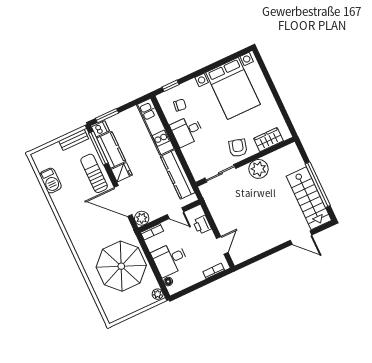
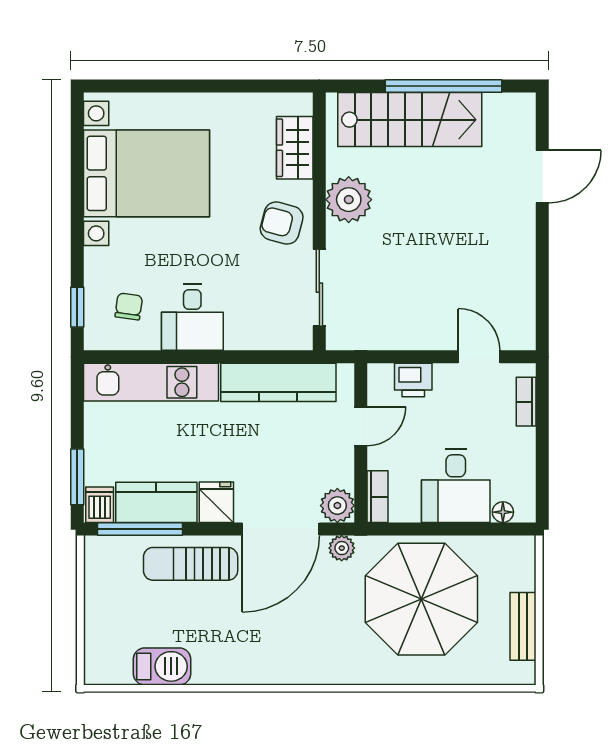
bench: (74, 140) -> (523, 626), moved
stairs: (309, 198) -> (410, 120), moved
plant: (158, 294) -> (342, 548), moved

